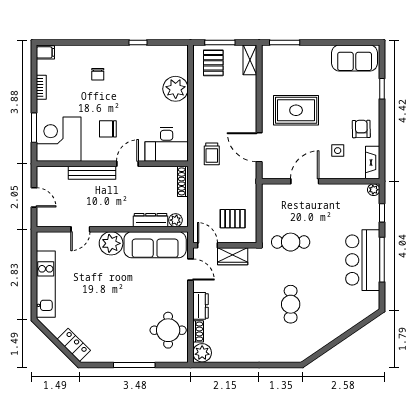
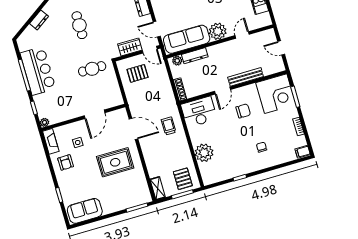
trolley: (212, 154) -> (169, 126), moved
dresser: (342, 327) -> (39, 20), added

